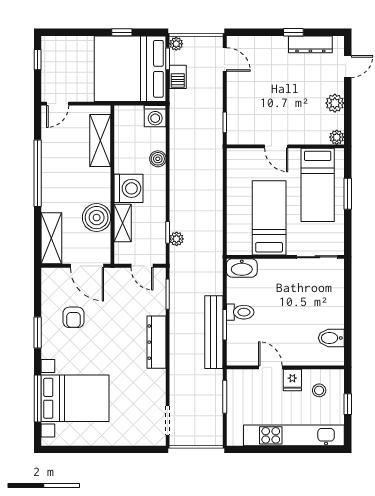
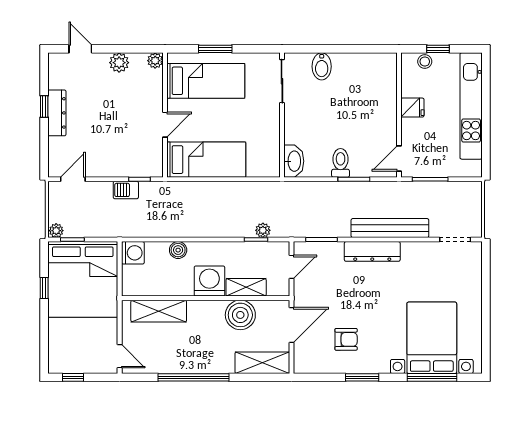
dresser: (310, 44) -> (57, 113), moved
barbecue: (178, 77) -> (126, 190), moved, turned 180
bed: (269, 218) -> (206, 160), moved, turned 180
bench: (214, 332) -> (390, 228), moved
bidet: (331, 338) -> (322, 66), moved
door: (270, 367) -> (399, 159), moved
stool: (319, 390) -> (425, 61), moved

